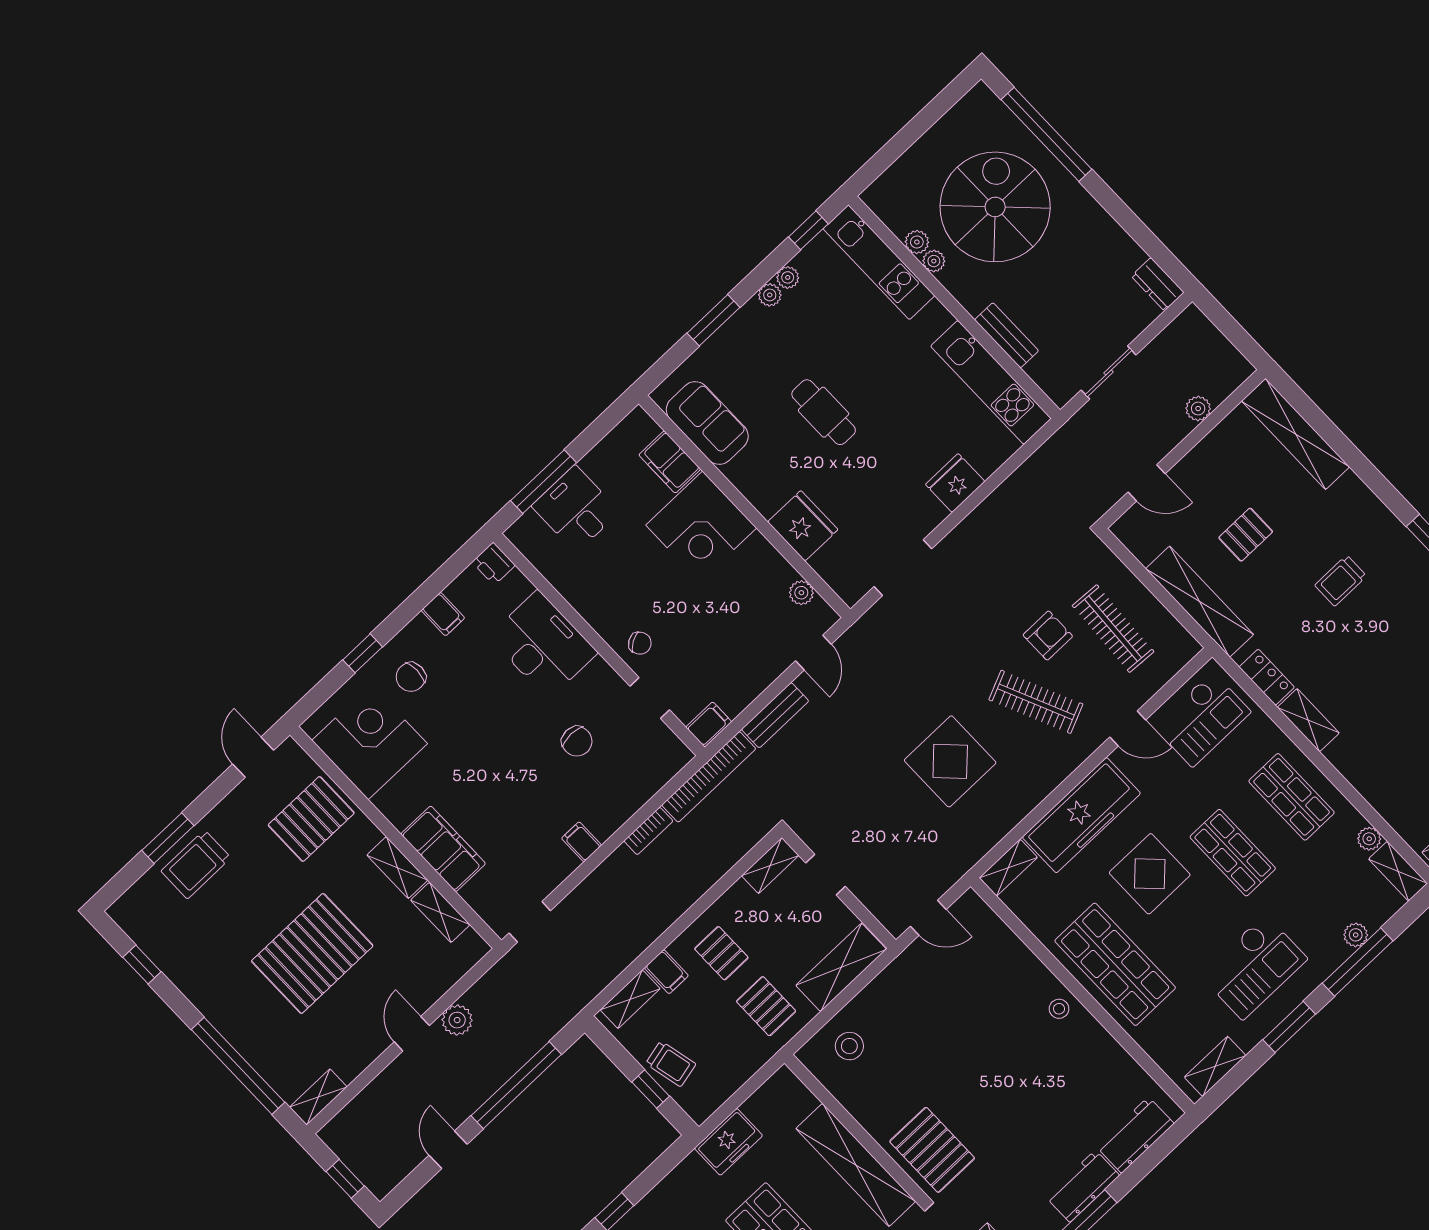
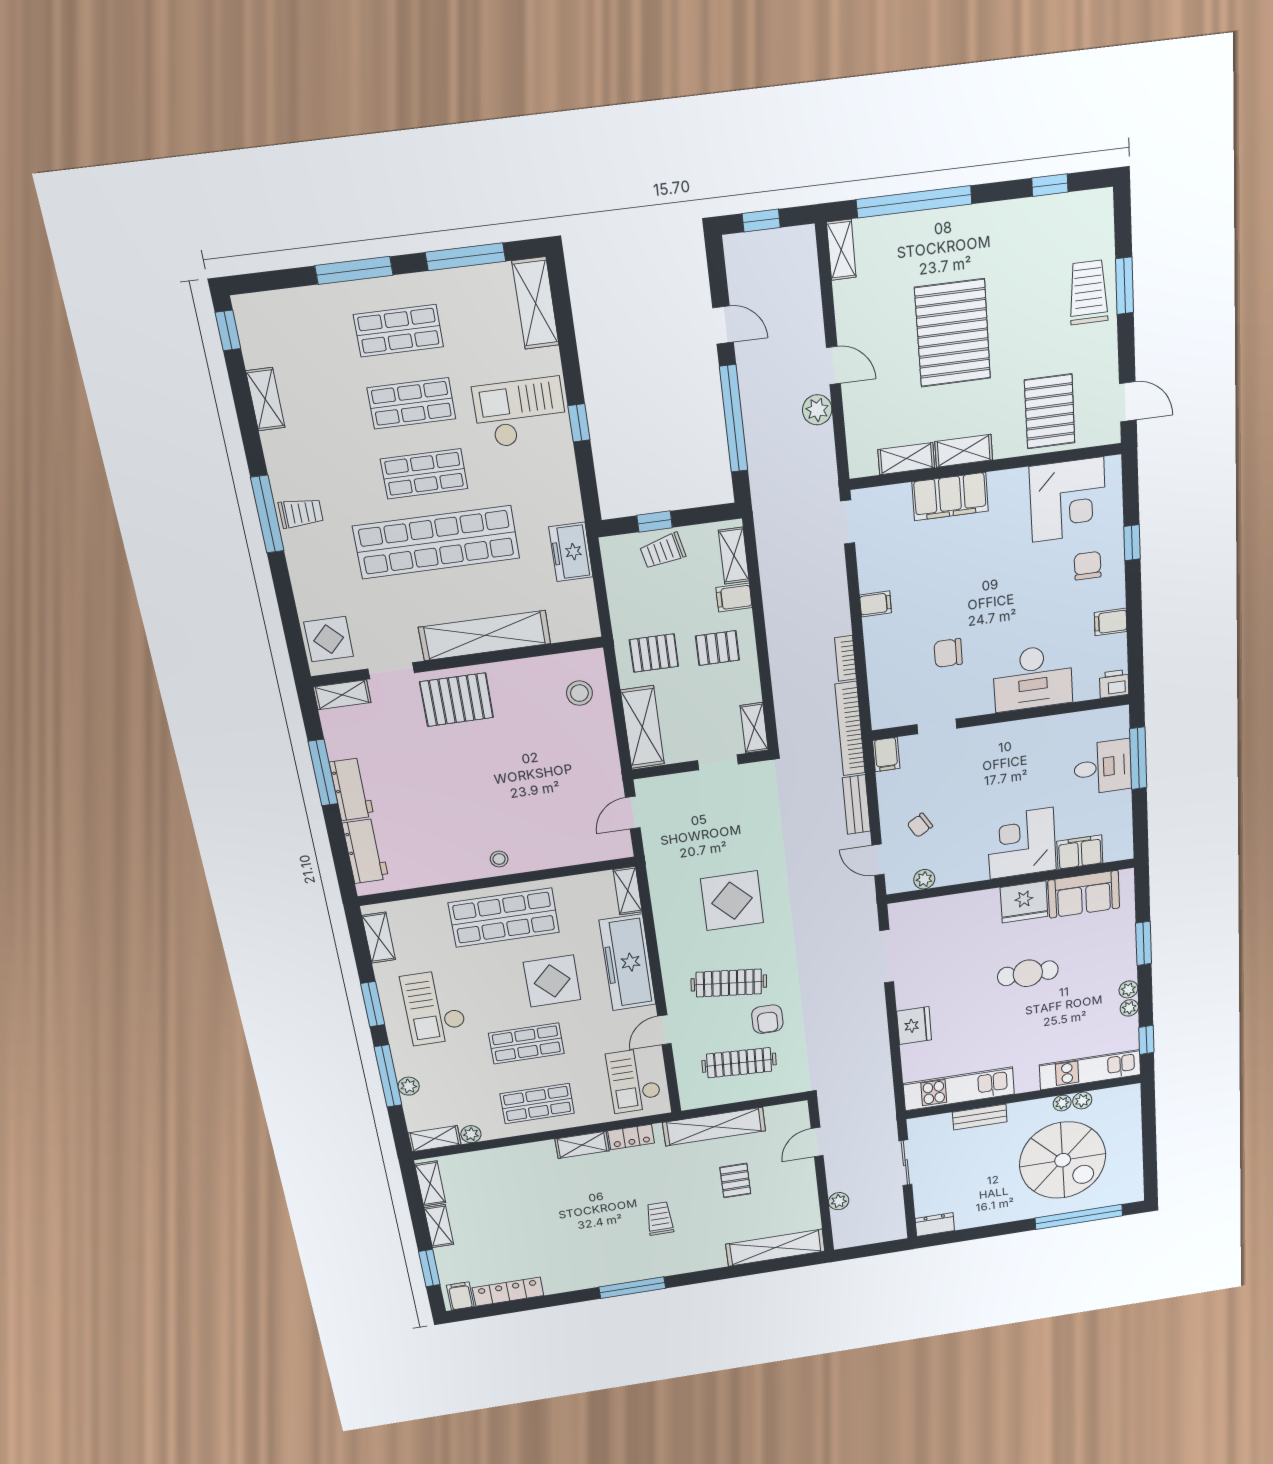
fridge: (803, 526) -> (1024, 902), moved
chair: (640, 643) -> (920, 825), moved
clothes rail: (1036, 702) -> (729, 983), turned 30

